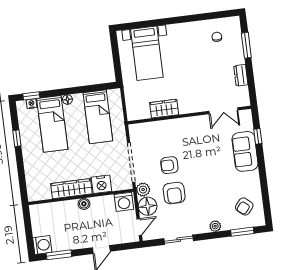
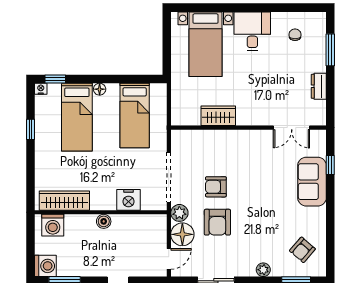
desk: (183, 38) -> (252, 31), added
nightstand: (31, 104) -> (41, 89), moved
wardrobe: (71, 189) -> (64, 201), moved
washing machine: (124, 202) -> (53, 225), moved

